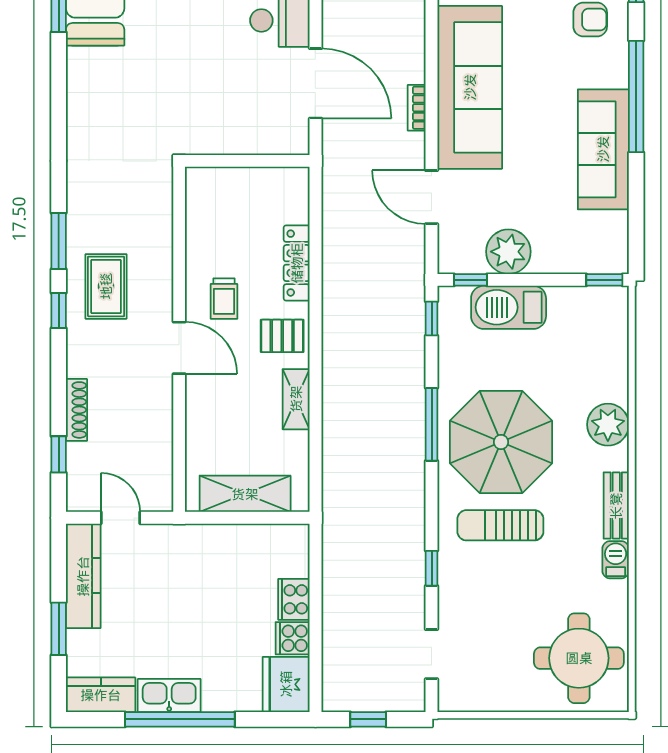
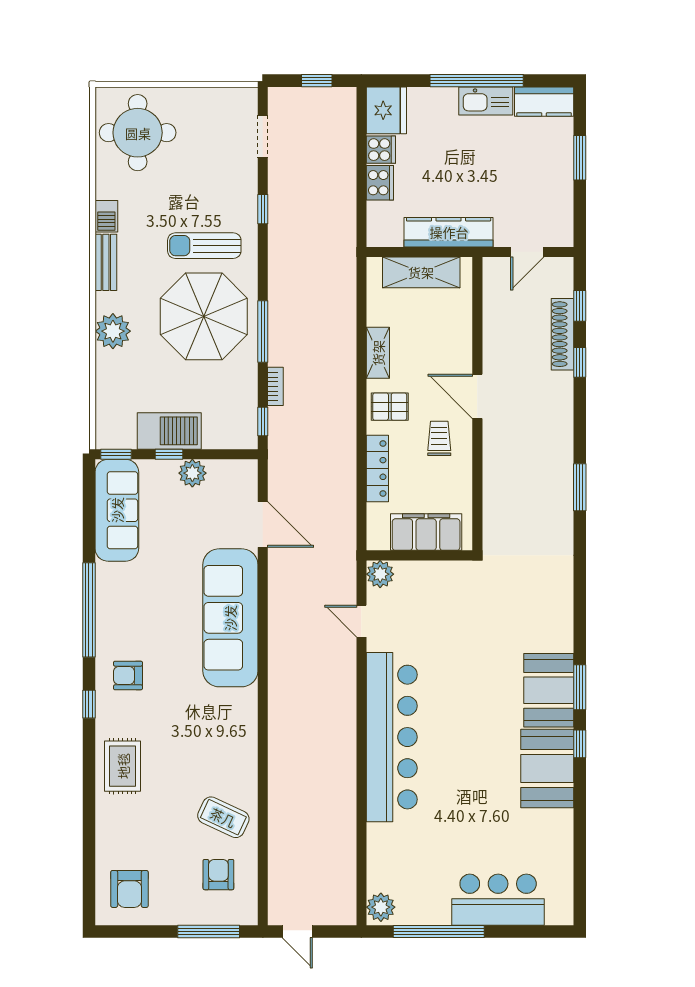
door: (315, 83) -> (361, 621), width x0.53
bookcase: (417, 108) -> (275, 386), moved
plant: (293, 139) -> (380, 574), added
sofa: (603, 149) -> (117, 510), moved
filing cabinet: (239, 188) -> (426, 532), added
plant: (508, 252) -> (192, 473), width x0.73, depth x0.73
window: (471, 280) -> (169, 454), moved
rug: (106, 286) -> (539, 449), removed
barbecue: (509, 307) -> (169, 431), moved
window: (59, 311) -> (580, 362), moved
shoe rack: (76, 410) -> (562, 334), width x1.36, depth x1.24
door: (120, 518) -> (527, 252), hinge flipped
sun lounger: (500, 525) -> (204, 246), turned 180
kitchen counter: (83, 576) -> (449, 232), moved, turned 90

